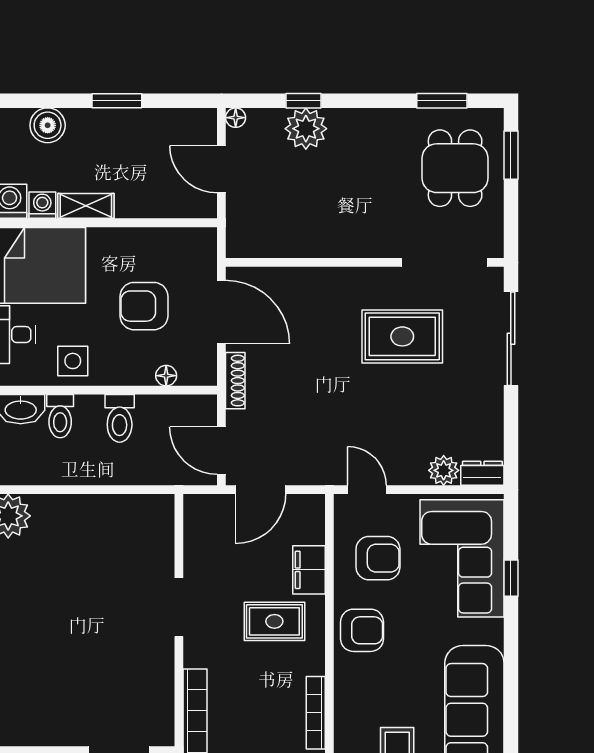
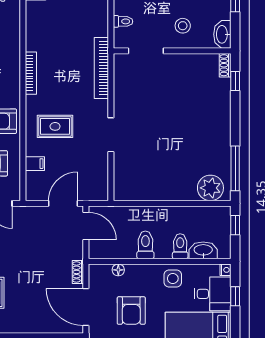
armchair: (144, 306) -> (131, 311), turned 90
shoe rack: (235, 381) -> (78, 272), width x0.70
filing cabinet: (309, 570) -> (35, 164), width x0.50

